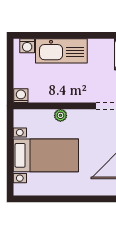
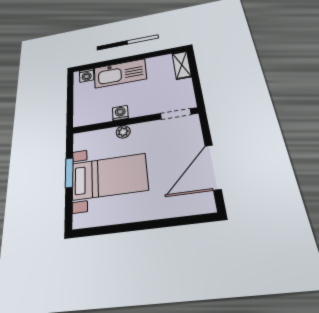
washing machine: (21, 96) -> (120, 113), moved
window: (10, 147) -> (69, 173), added

